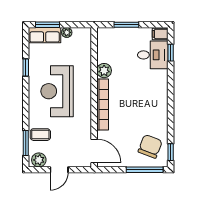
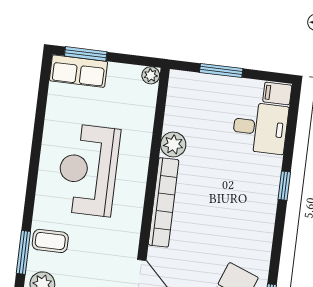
plant: (67, 32) -> (151, 75), moved
window: (171, 53) -> (284, 186), moved
window: (26, 67) -> (39, 123), removed

